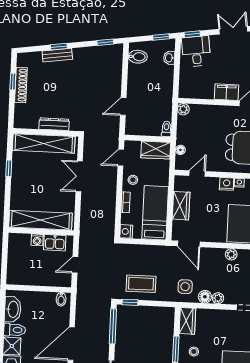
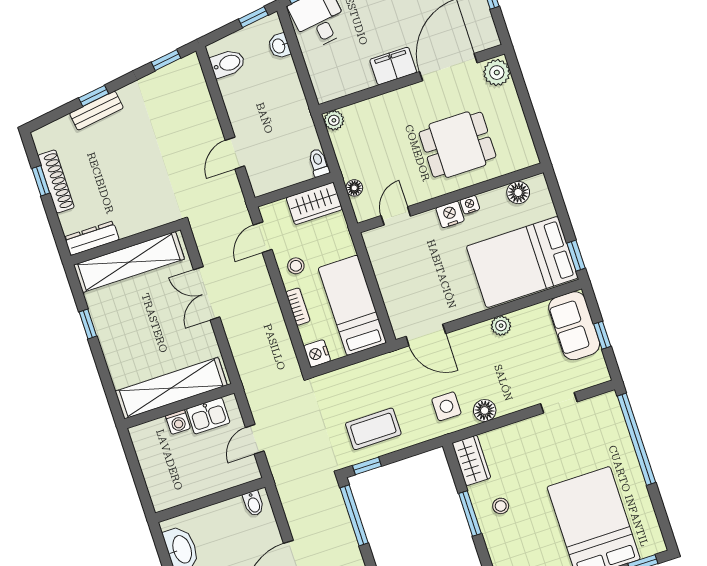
dresser: (54, 124) -> (92, 238), moved
wardrobe: (181, 206) -> (390, 278), removed
plant: (218, 298) -> (507, 405), removed

